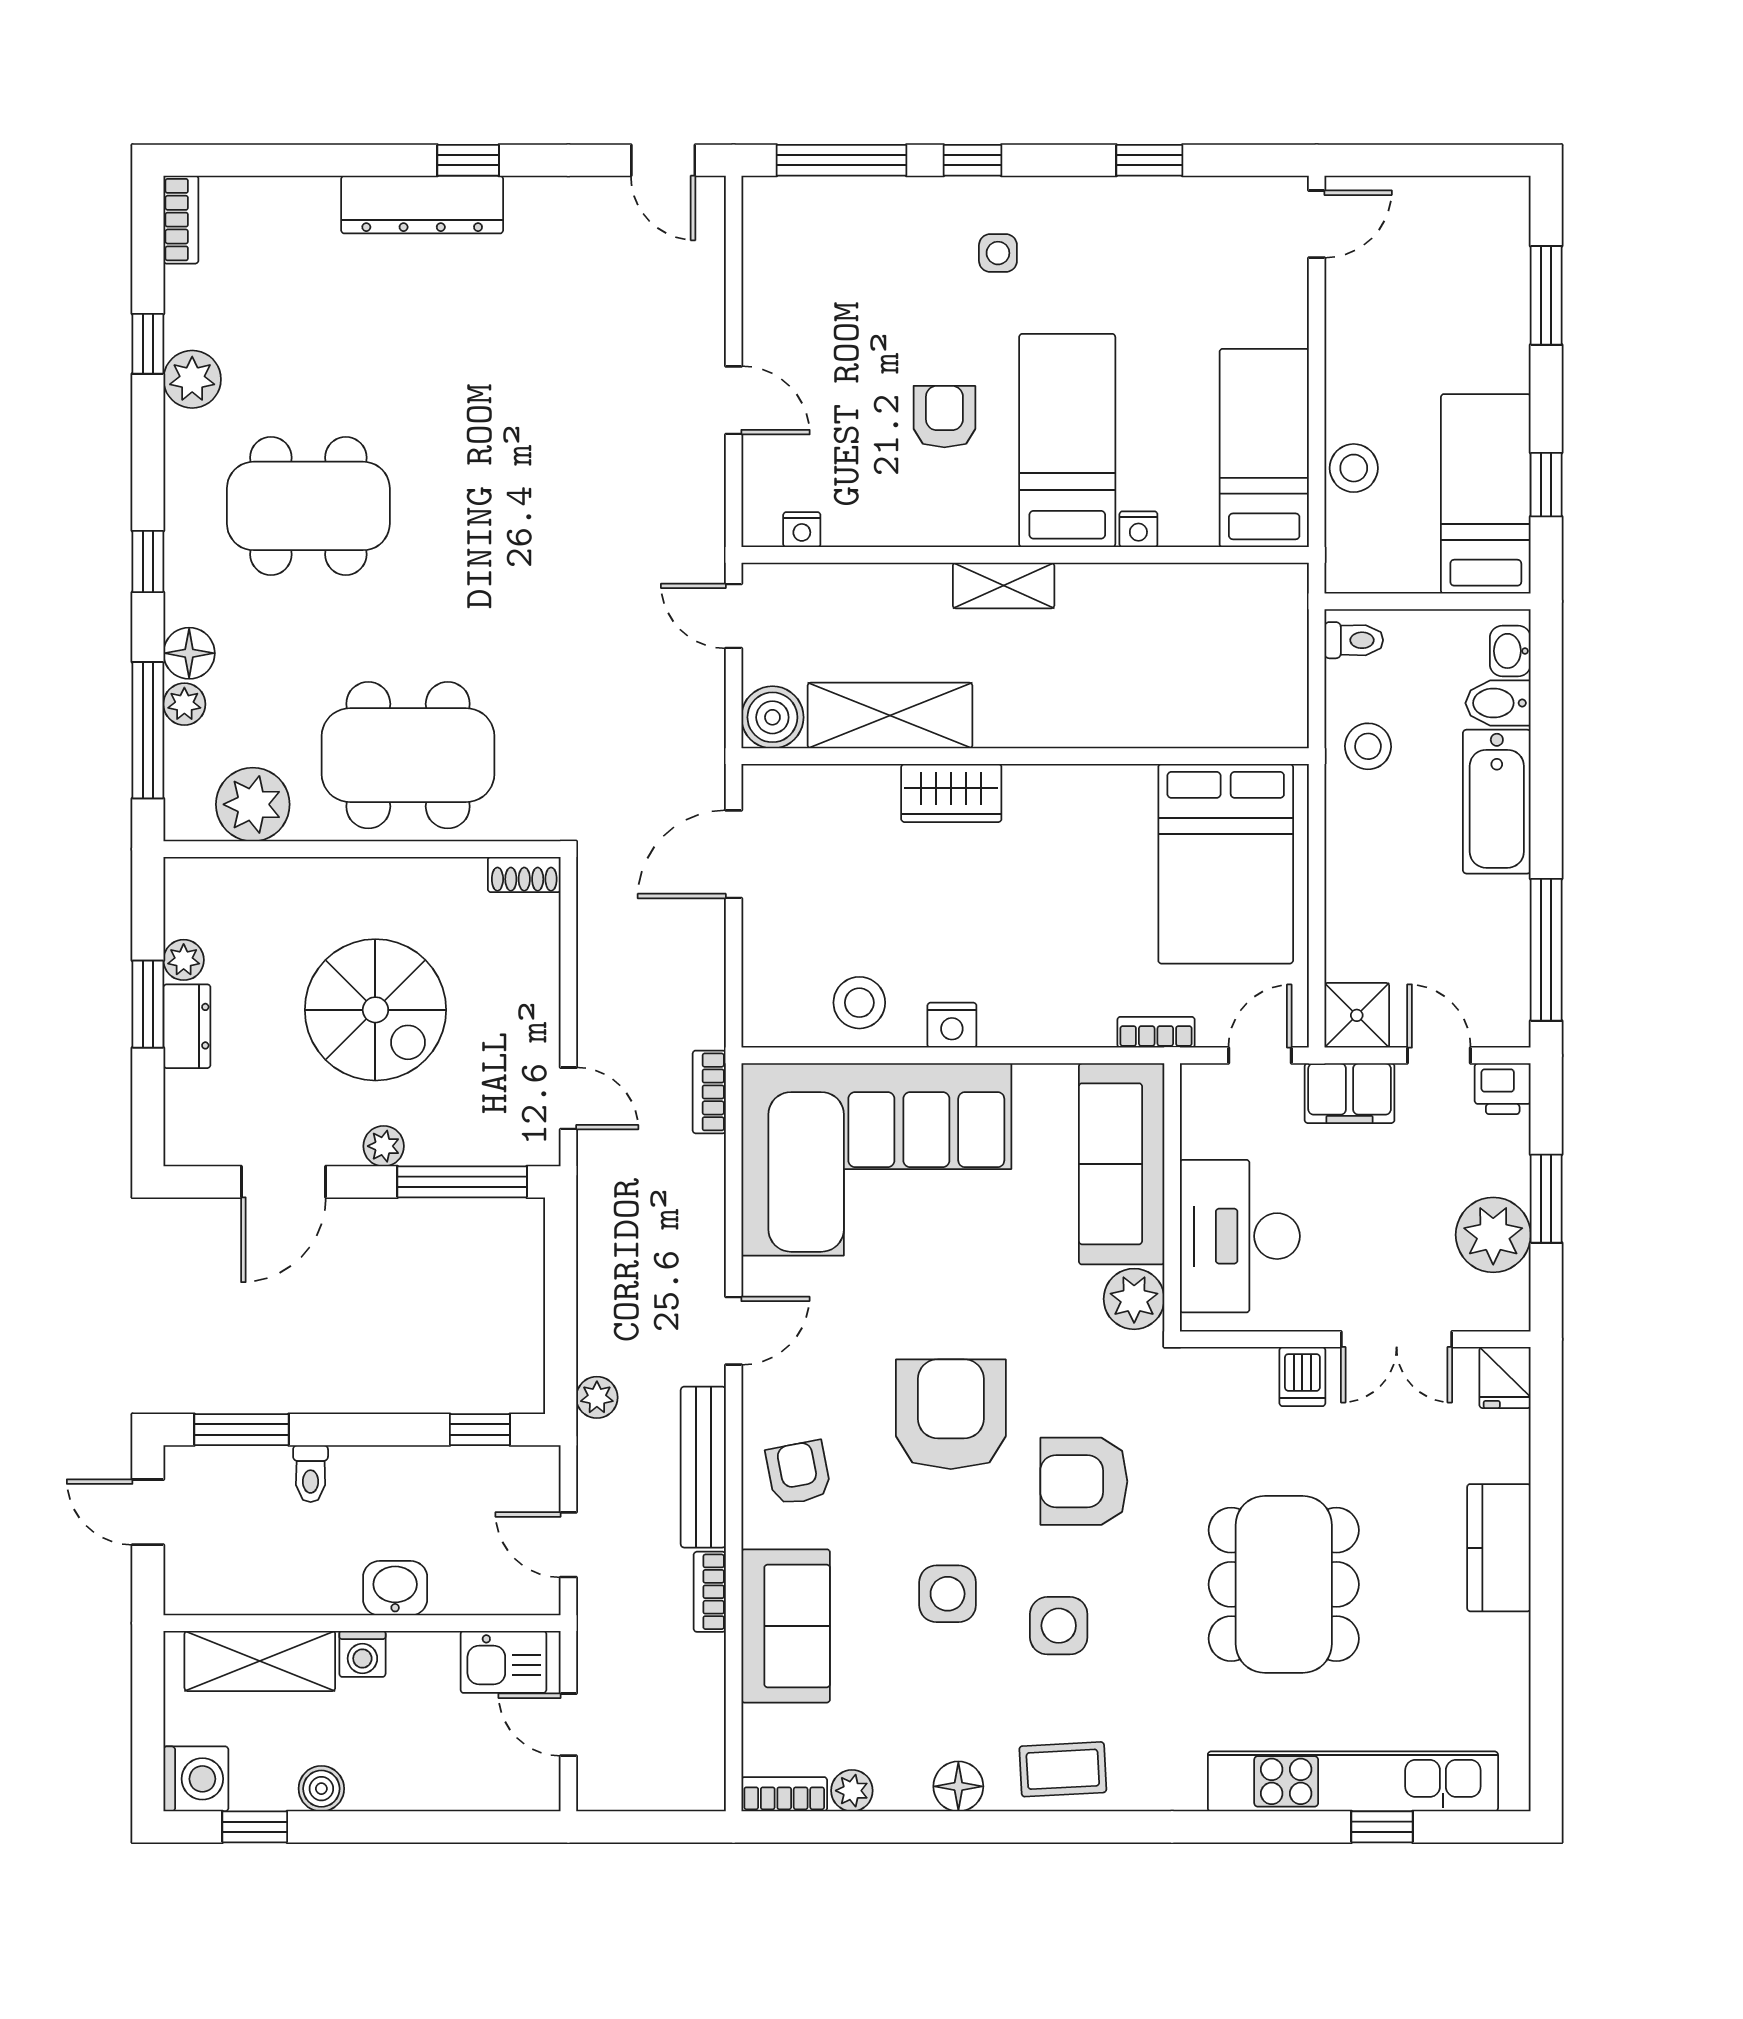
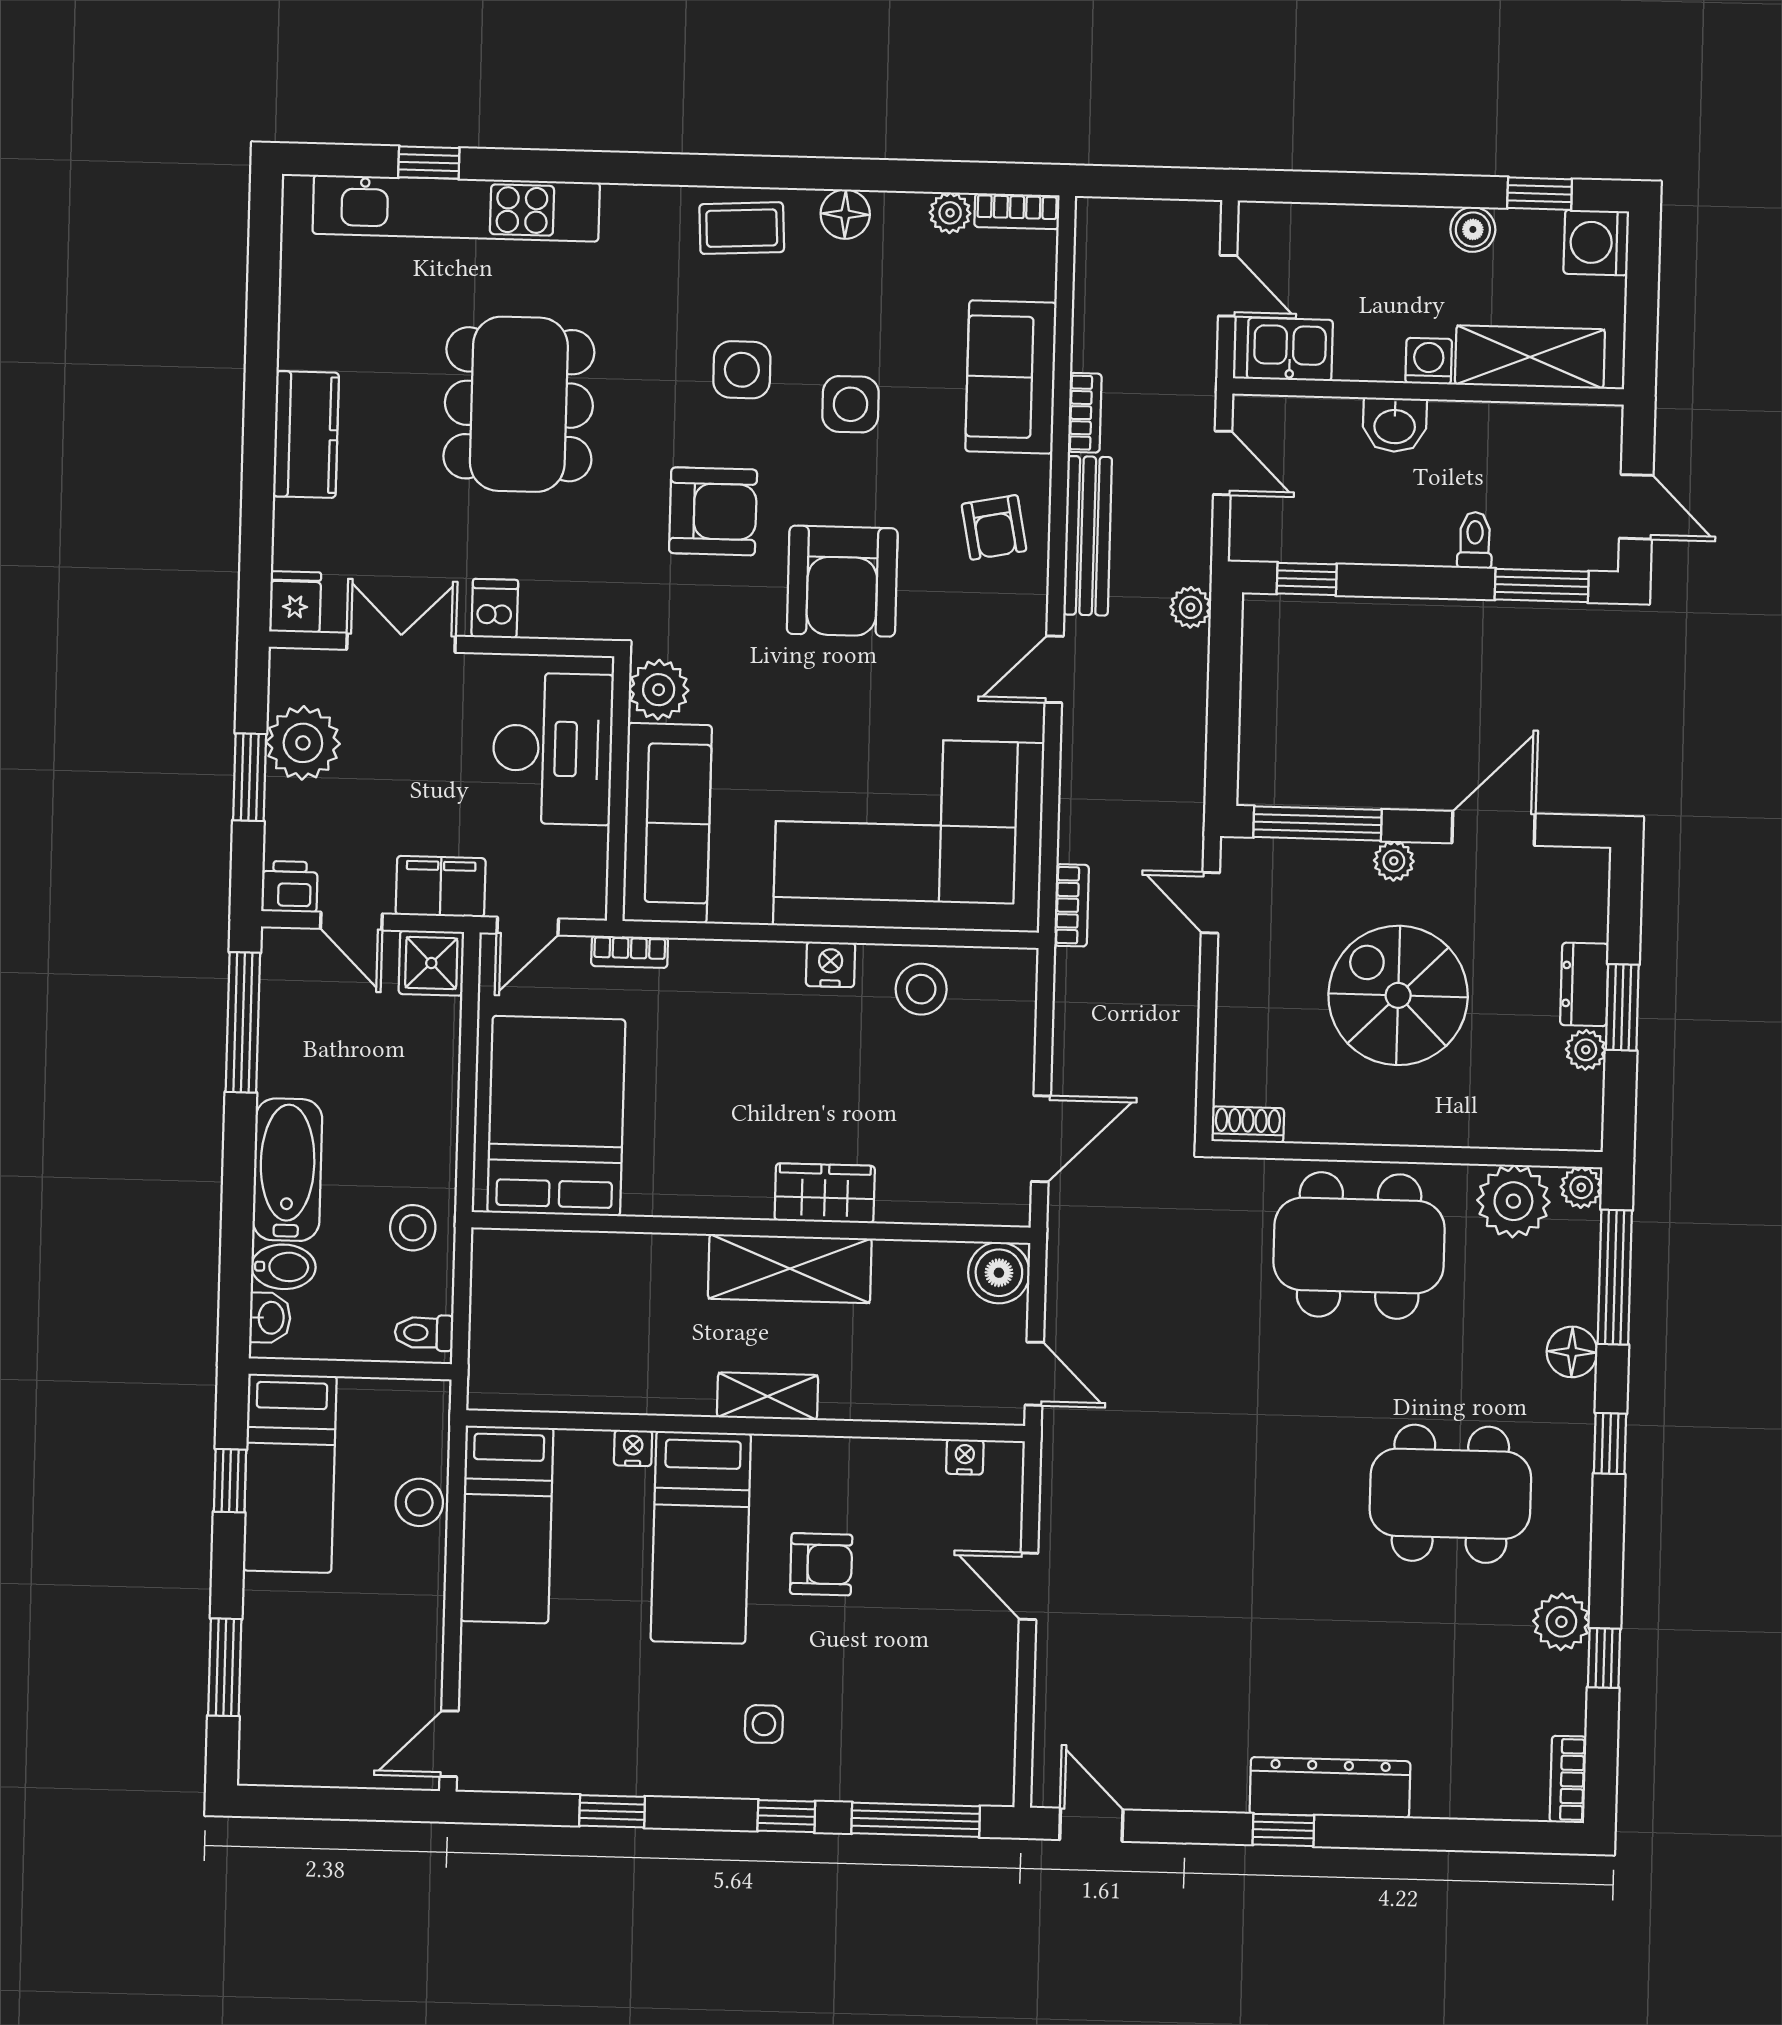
armchair: (944, 417) -> (821, 1564), turned -90
plant: (184, 704) -> (1581, 1187), moved
shelving: (890, 716) -> (790, 1269), moved

